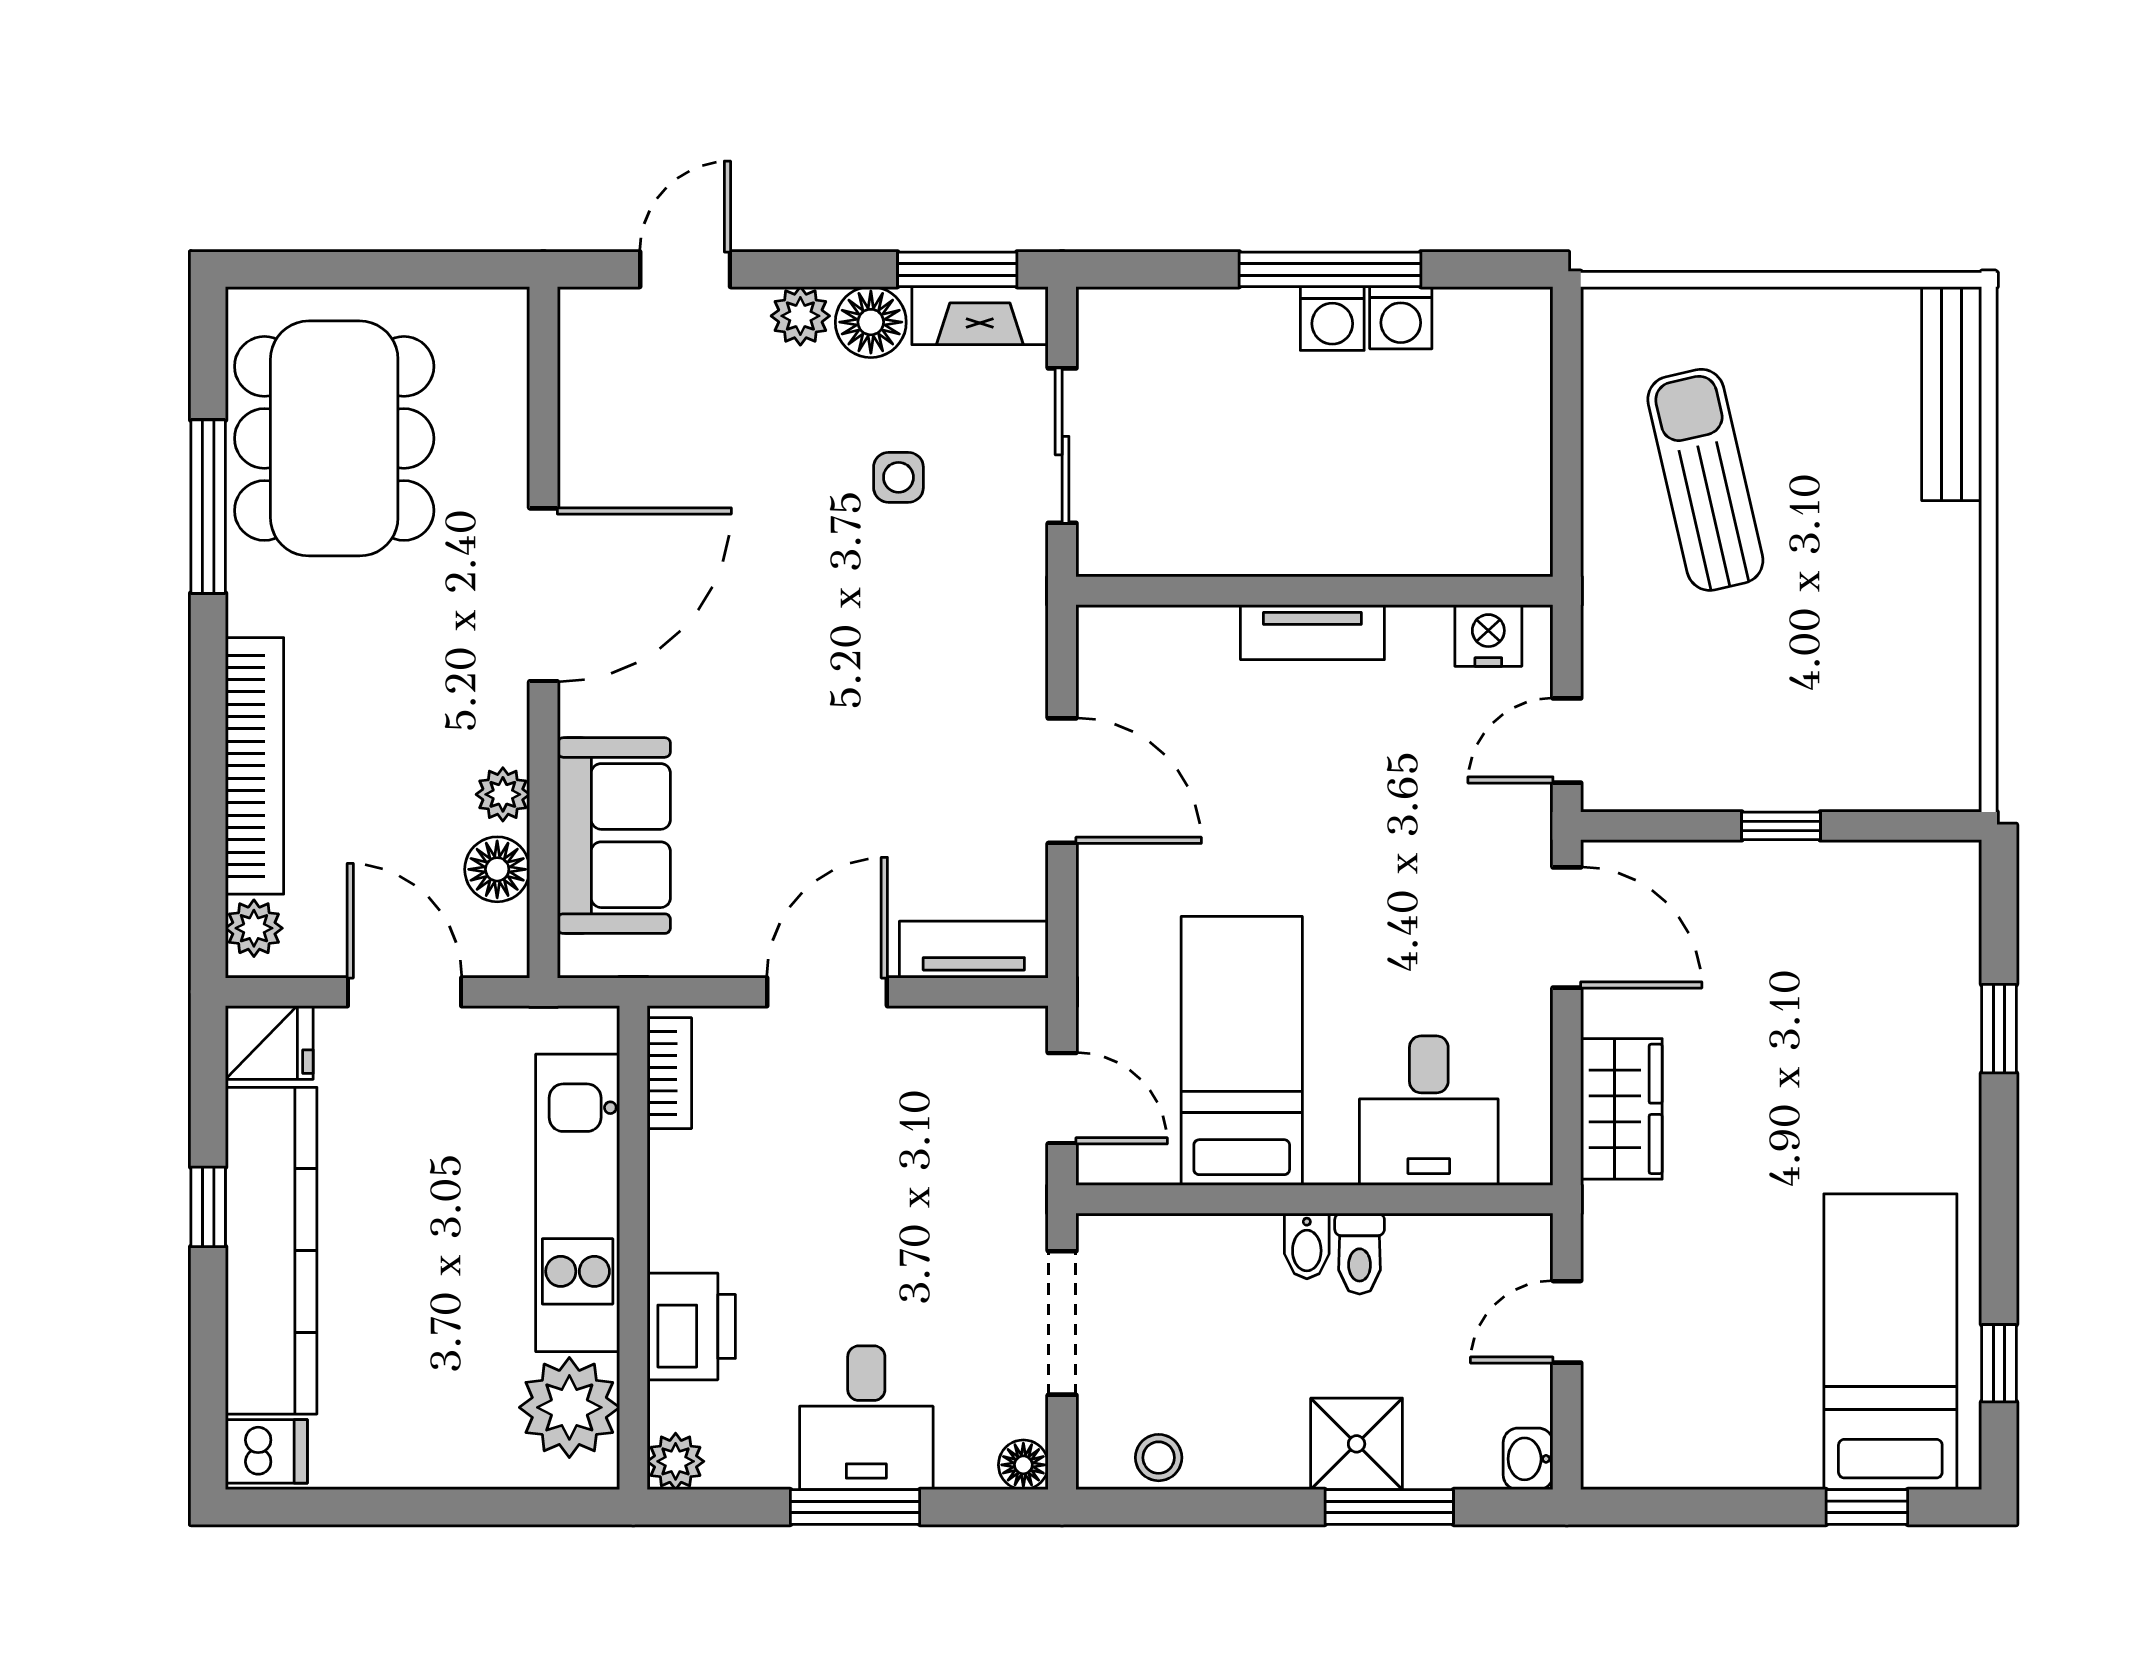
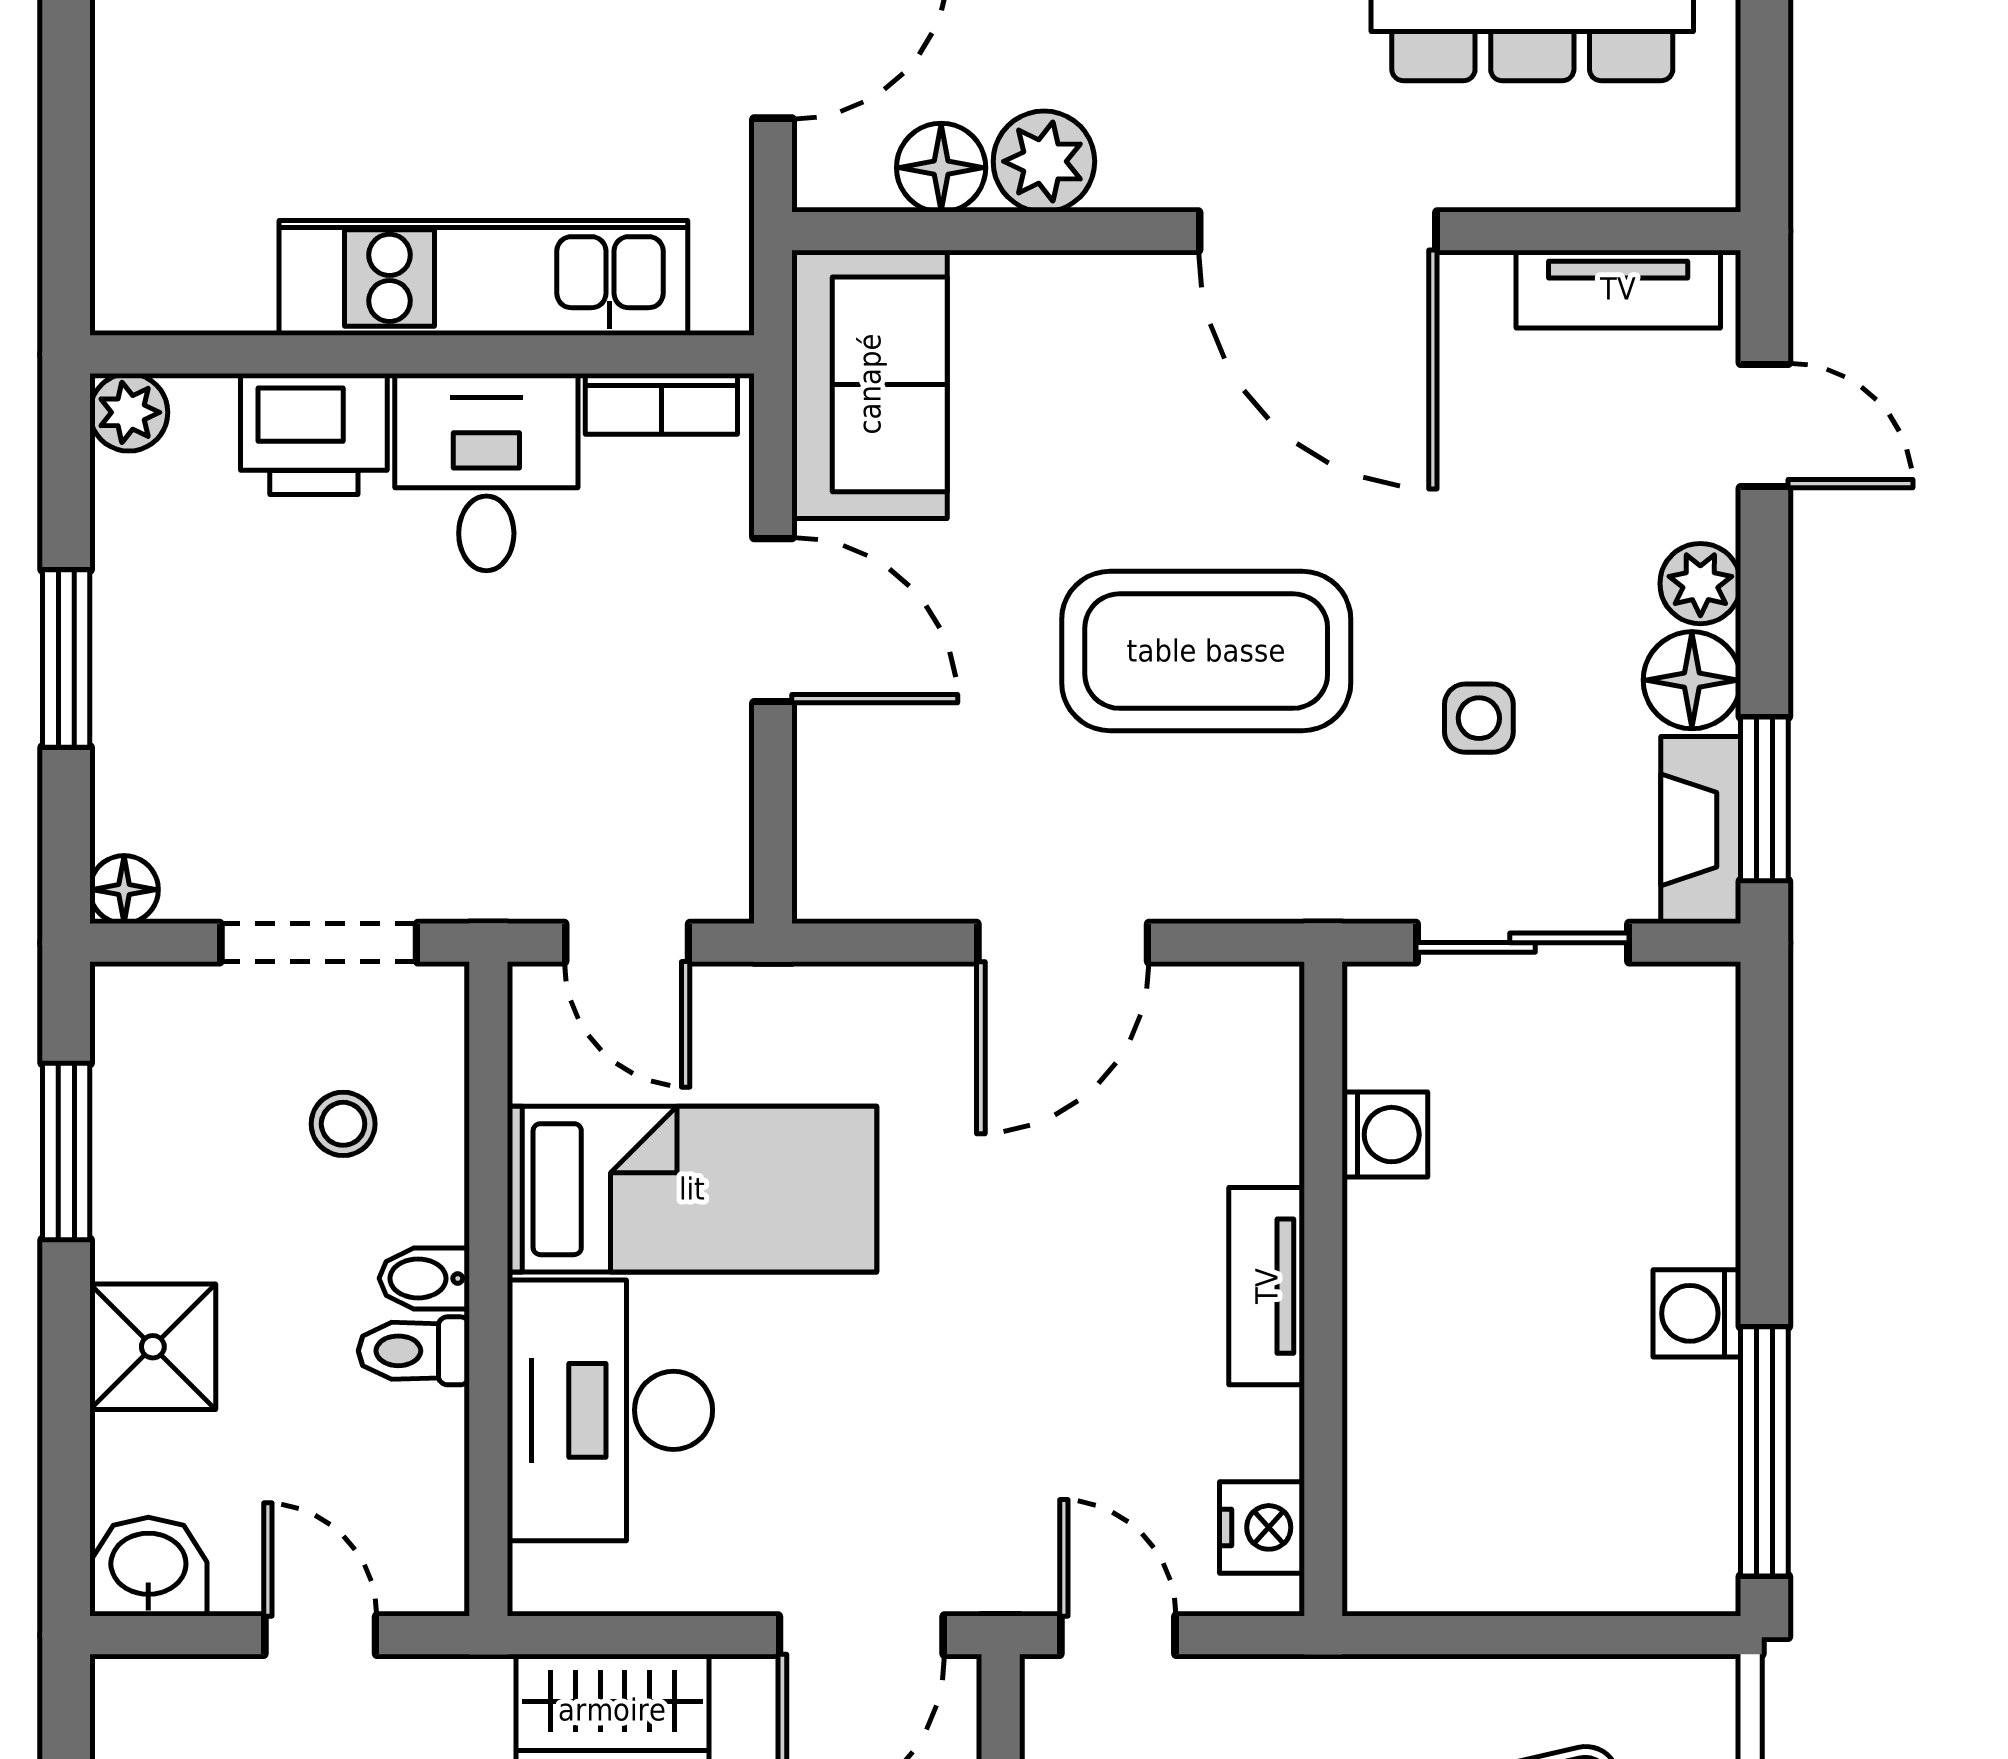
window: (1330, 269) -> (1764, 1451), moved
washing machine: (1401, 318) -> (1385, 1135), moved, turned 180
coffee table: (849, 676) -> (1206, 651), added
plant: (503, 794) -> (1044, 161), width x1.38, depth x1.38
sofa: (614, 836) -> (870, 384), moved, turned -90
tv unit: (974, 950) -> (1618, 289), moved, turned 90
door: (1062, 1098) -> (627, 943), hinge flipped
desk: (1429, 1111) -> (610, 1410), width x1.37
plant: (569, 1407) -> (203, 267), removed
desk: (866, 1418) -> (486, 472), moved, turned 90
stool: (1159, 1458) -> (343, 1124), moved
washbasin: (1528, 1459) -> (148, 1567), width x1.38, depth x1.45
window: (1389, 1507) -> (66, 1152), moved

